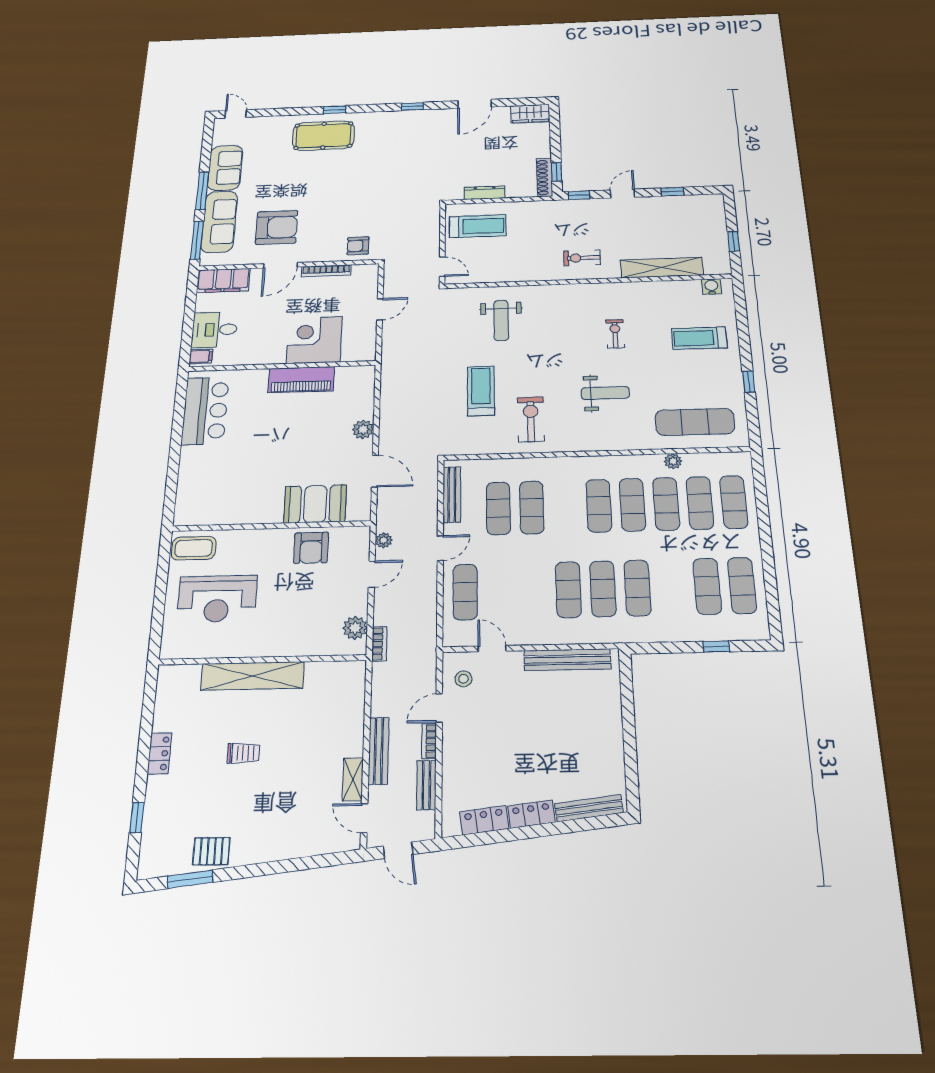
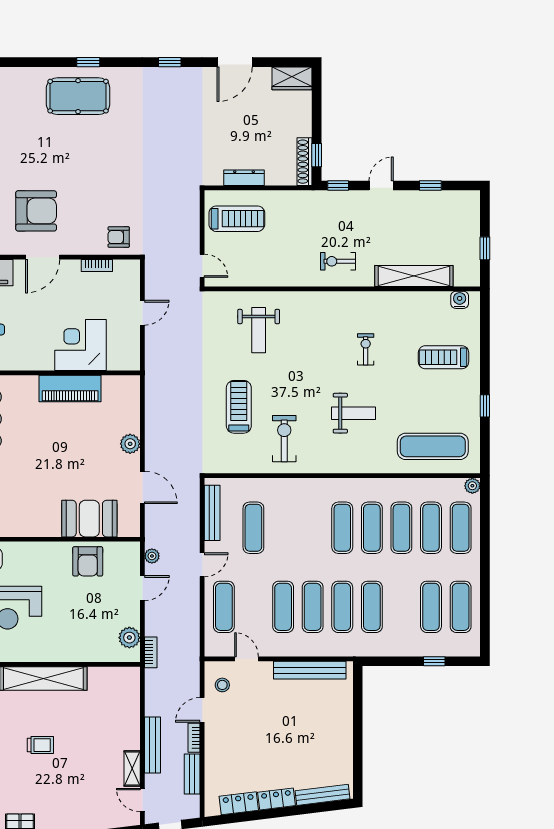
bookcase: (326, 271) -> (97, 265), width x0.64
plant: (673, 461) -> (472, 486), moved
exercise mat: (532, 507) -> (283, 607), moved

